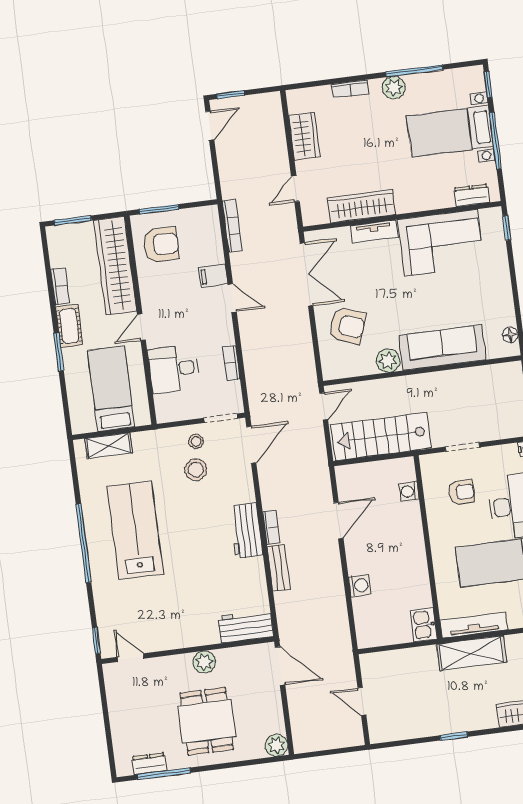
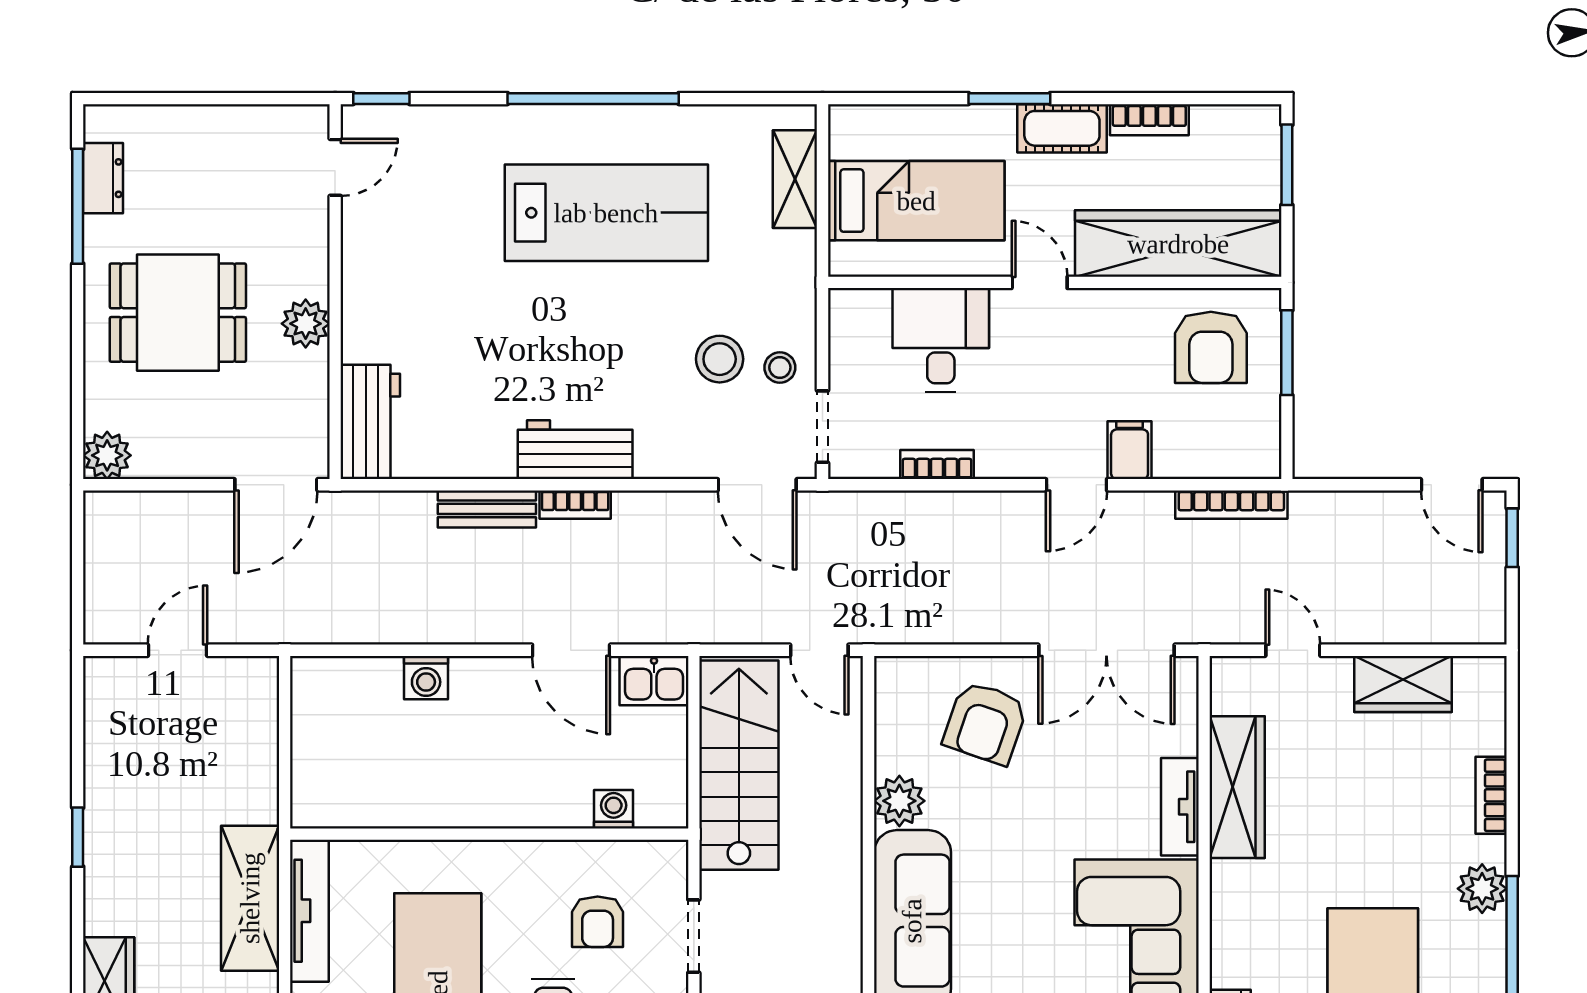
kitchen sink: (424, 625) -> (654, 681), moved, turned 180

